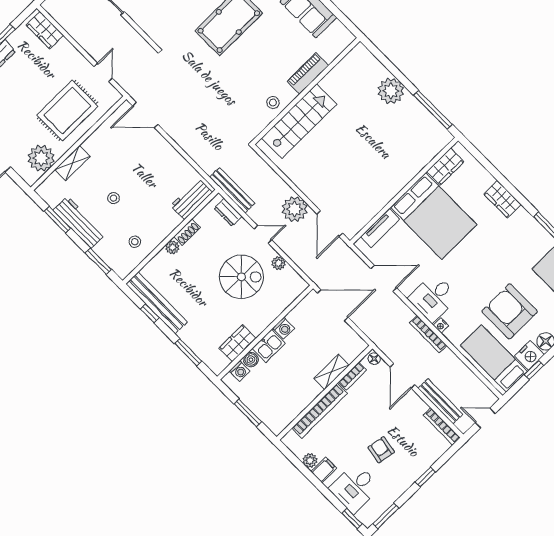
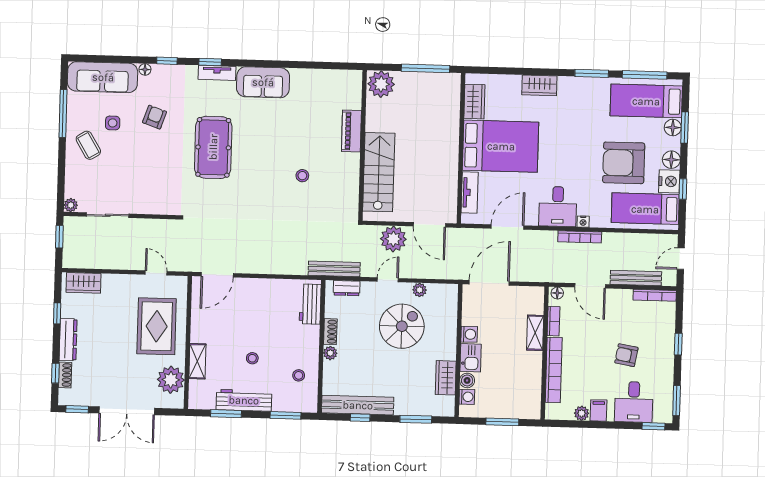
piano: (308, 73) -> (351, 131), moved
wall: (306, 91) -> (363, 145), moved
stairs: (299, 121) -> (379, 172), moved

